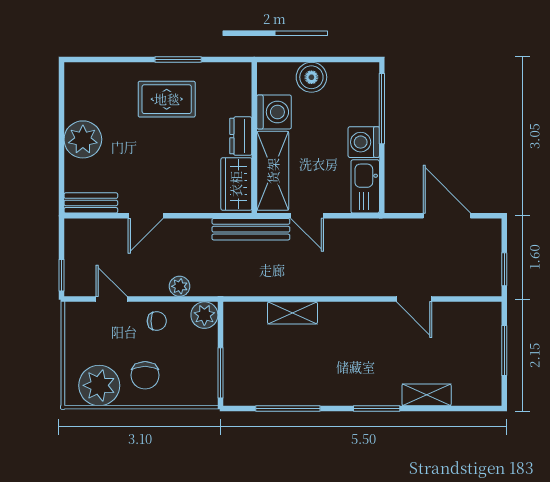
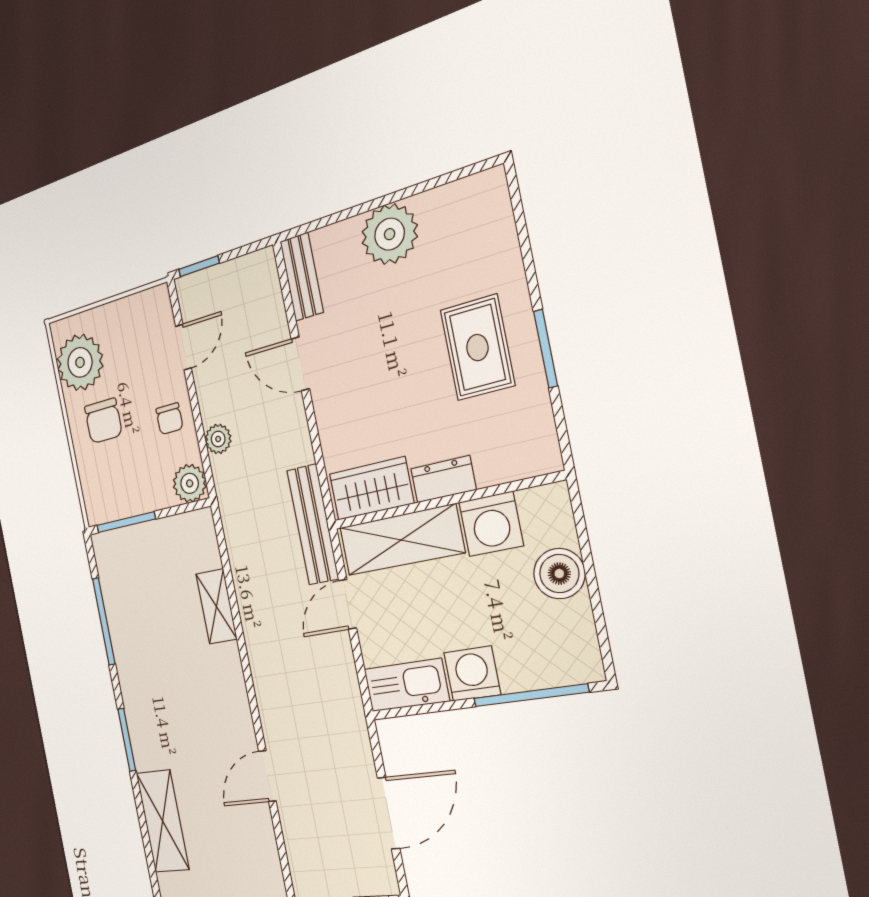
chair: (145, 375) -> (103, 421), turned -90
shelving: (427, 395) -> (163, 821), width x1.50, depth x1.33

